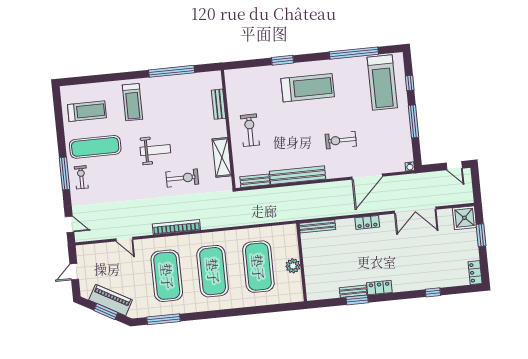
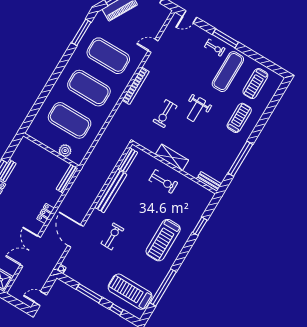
window: (283, 60) -> (200, 226), moved
treadmill: (132, 102) -> (239, 118), turned 90
bench: (219, 104) -> (209, 181), moved
shelving: (222, 157) -> (172, 157), moved
plant: (293, 266) -> (65, 151), moved

